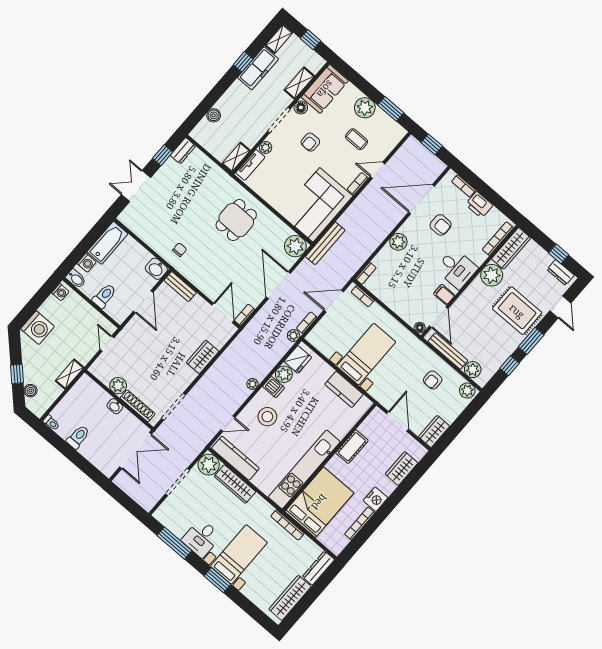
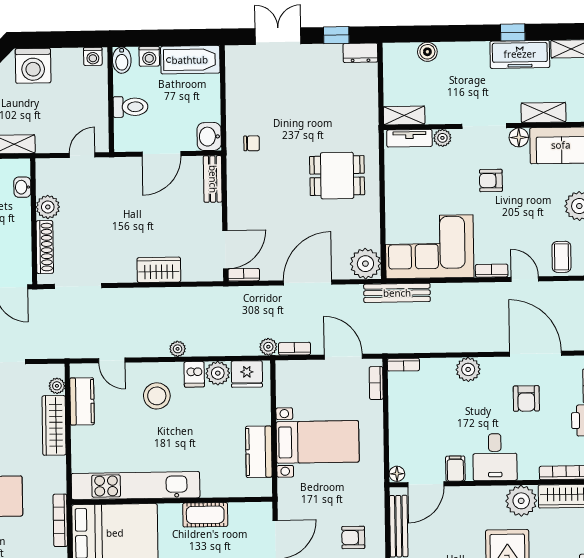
coffee table: (356, 139) -> (561, 257), moved
washbasin: (115, 406) -> (22, 187), moved
kitchen counter: (235, 458) -> (82, 401), width x0.67
plant: (209, 465) -> (57, 386), width x0.53, depth x0.53

